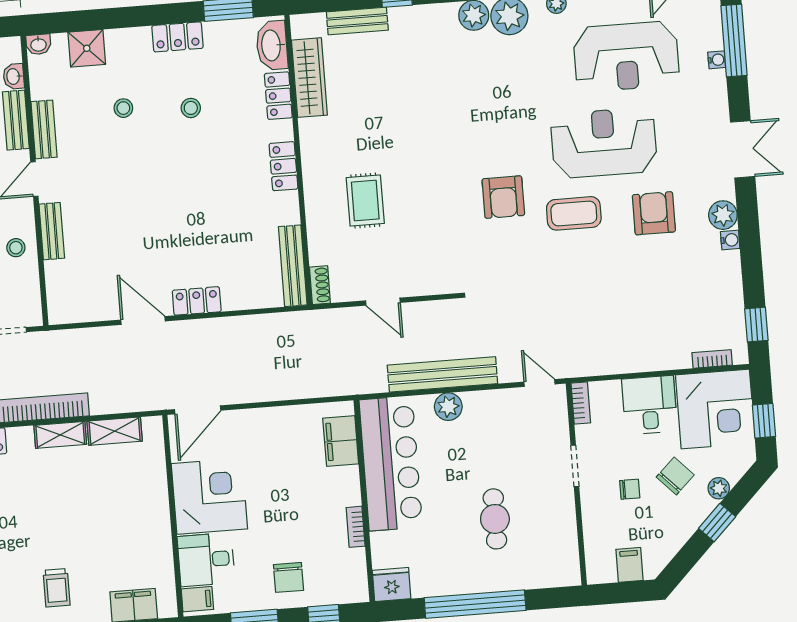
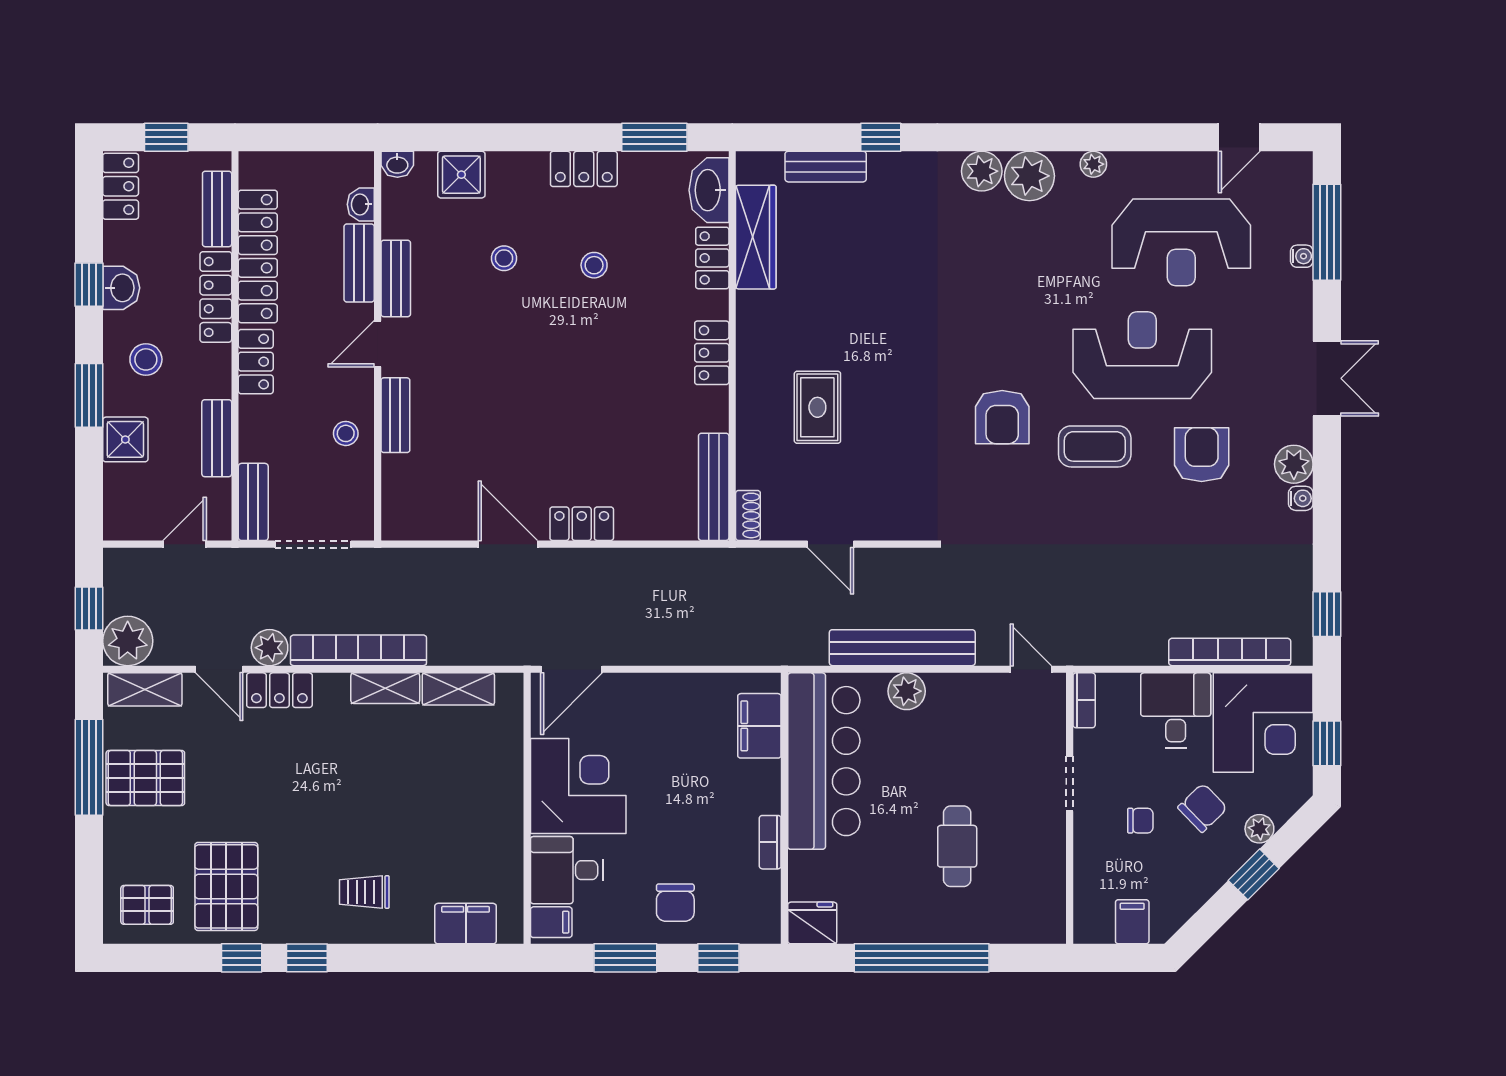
bookcase: (712, 359) -> (1230, 652), width x2.31, depth x1.31
trolley: (57, 588) -> (364, 892), turned 90

